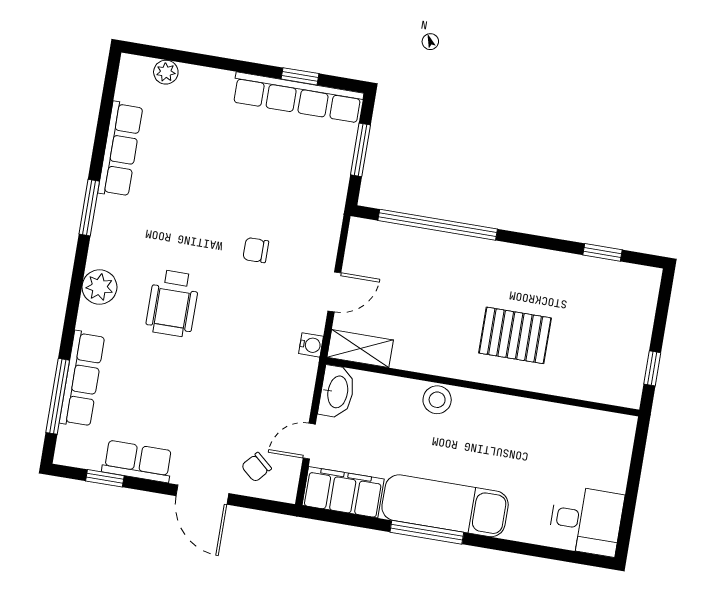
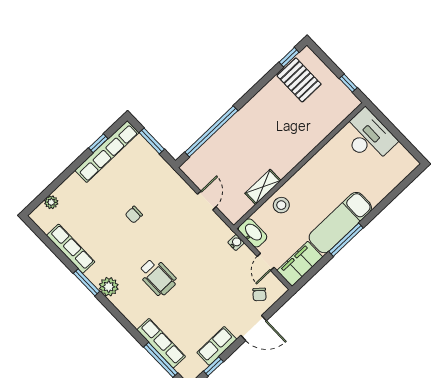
chair: (256, 250) -> (134, 215), moved
window: (603, 252) -> (289, 57), moved
plant: (99, 287) -> (109, 287), moved
pallet: (515, 335) -> (299, 80), moved, turned 90
water cooler: (311, 345) -> (236, 243), moved
shelving: (360, 349) -> (263, 187), moved
stool: (437, 400) -> (281, 205), moved
desk: (586, 521) -> (368, 137), moved, width x1.37

